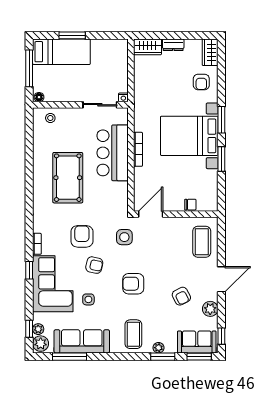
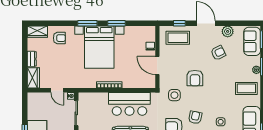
door: (131, 79) -> (57, 90), added
bar counter: (113, 153) -> (129, 104), moved
door: (151, 214) -> (157, 66), moved
armchair: (133, 284) -> (195, 78), moved
window: (221, 336) -> (179, 23), moved

